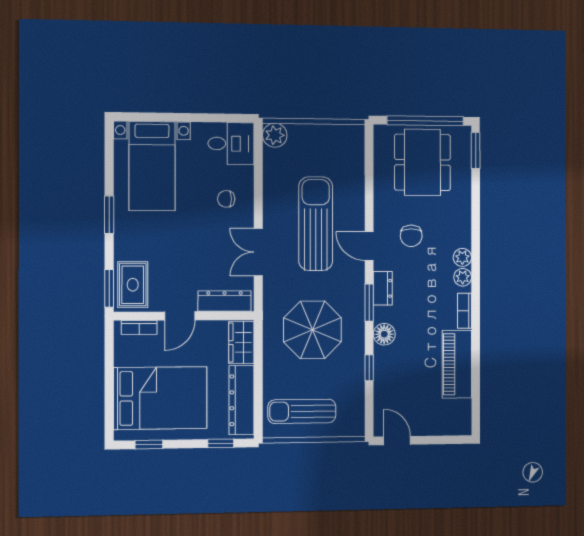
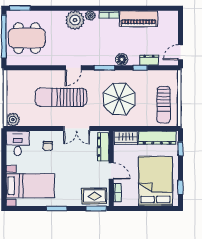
chair: (411, 236) -> (68, 44), removed
plant: (462, 257) -> (75, 20), width x1.88, depth x1.88
dresser: (383, 288) -> (149, 60), moved

